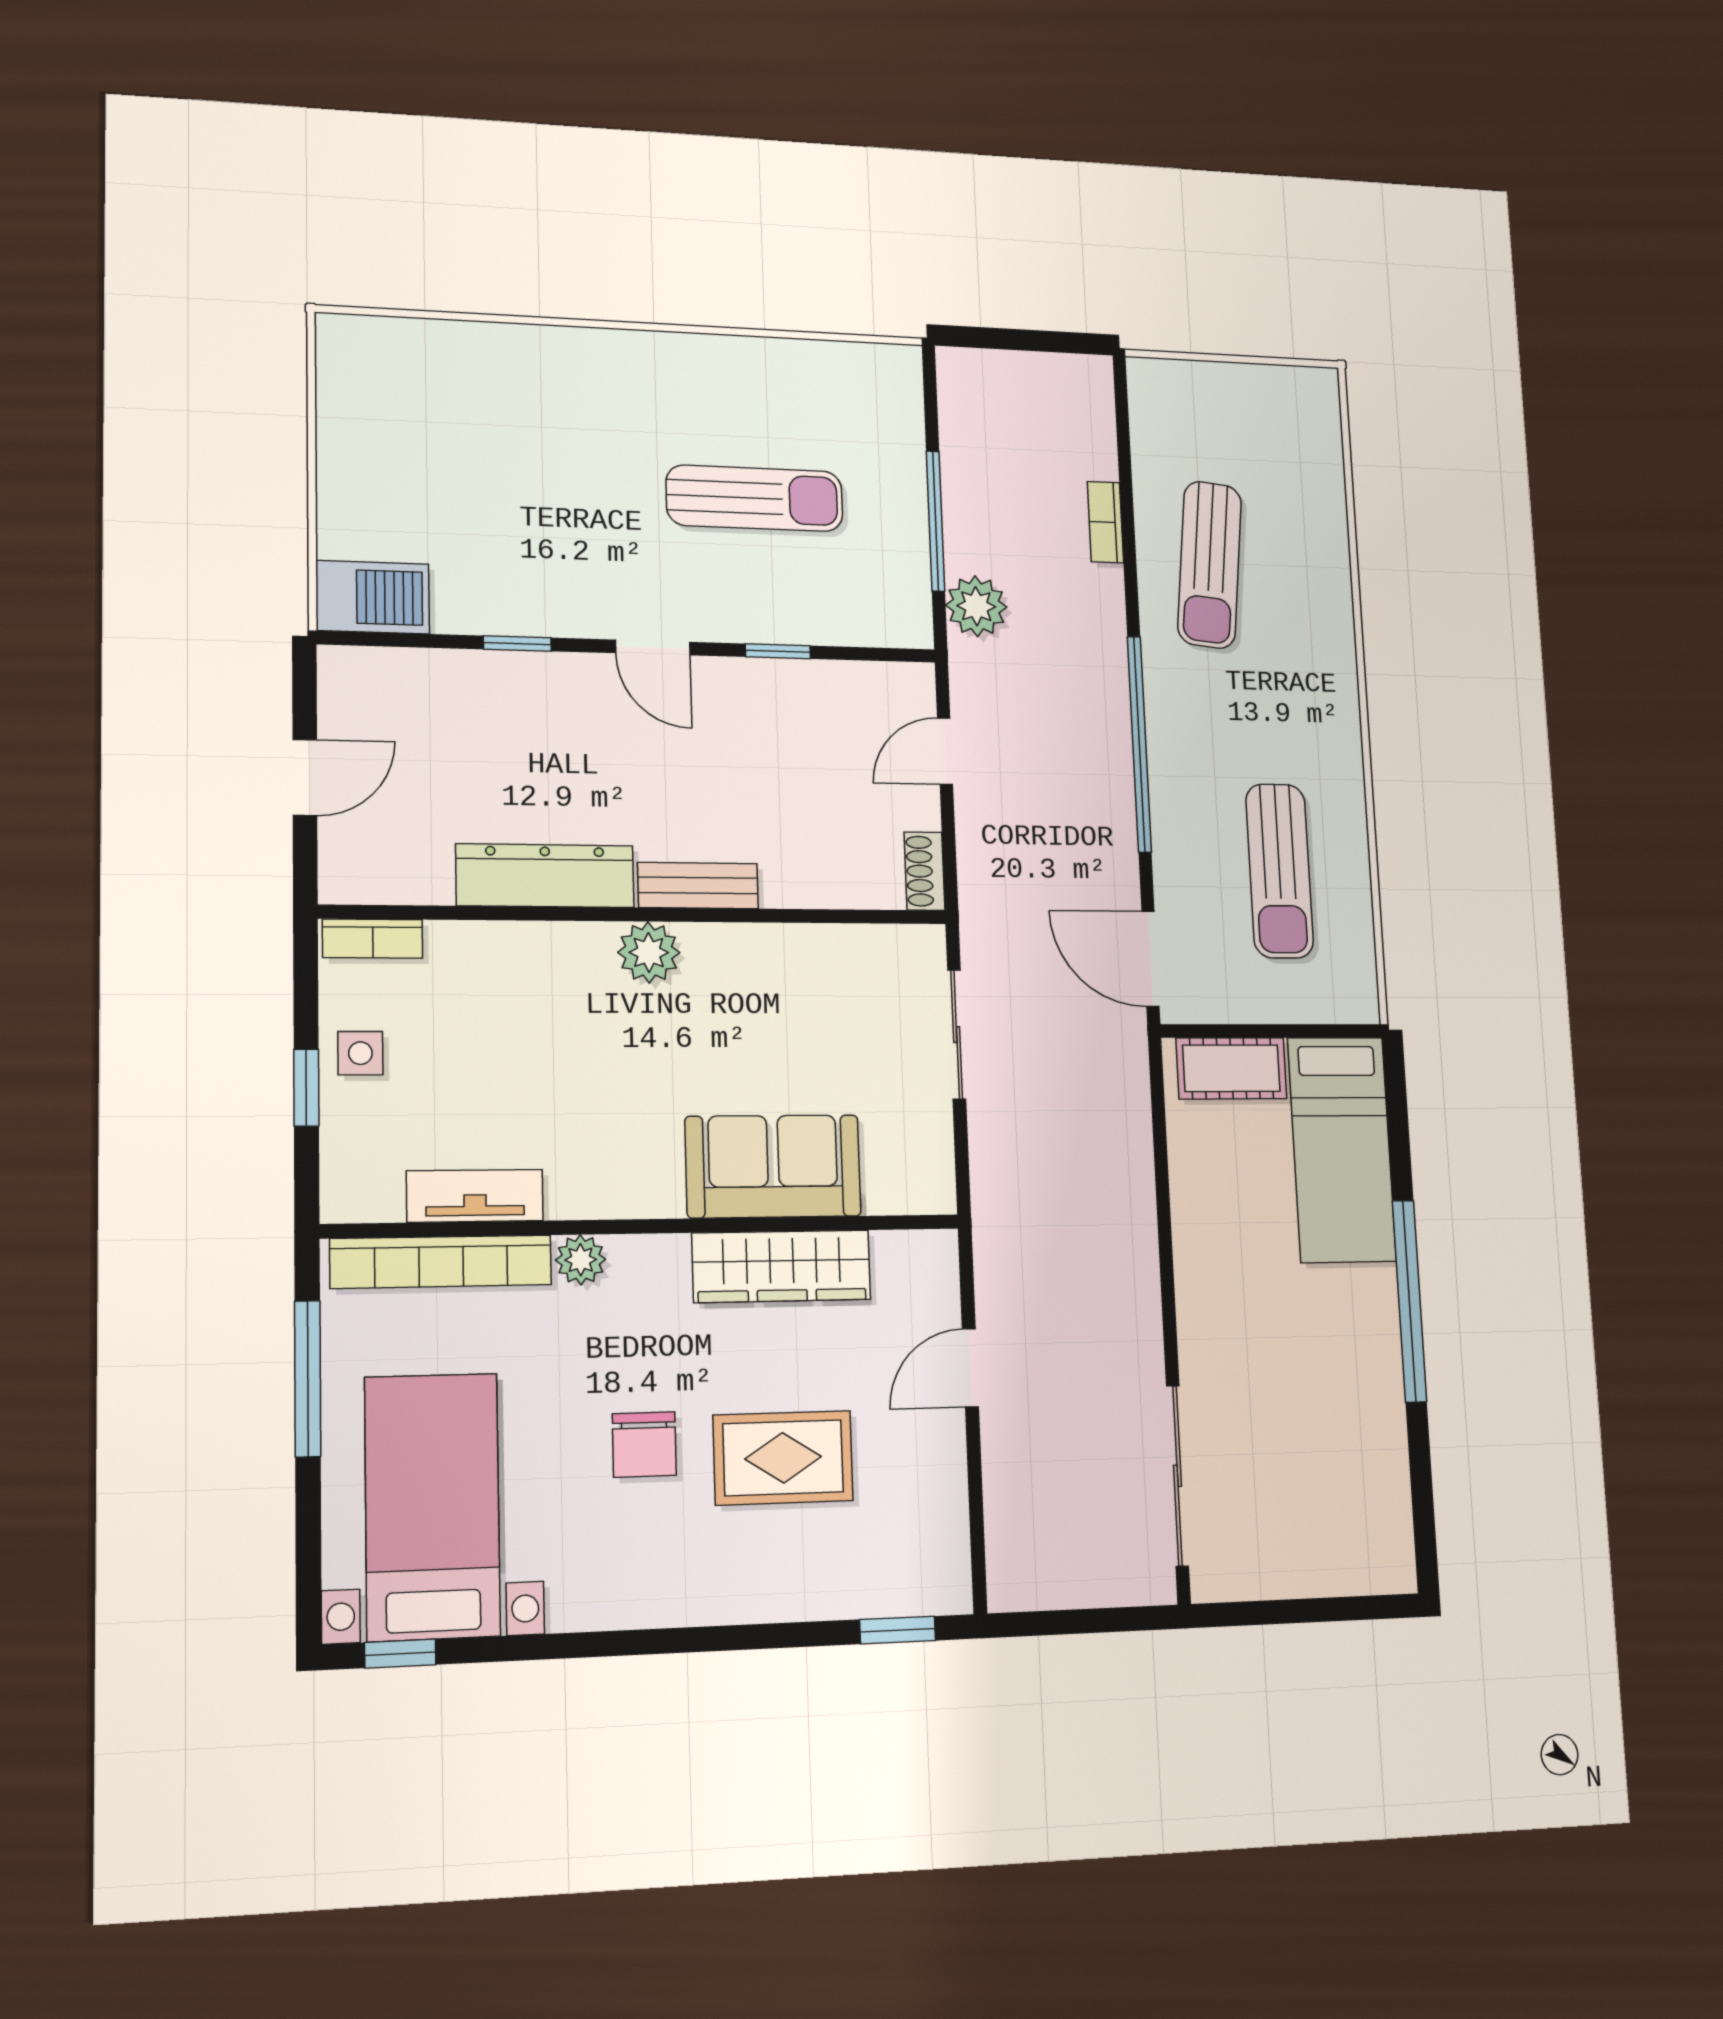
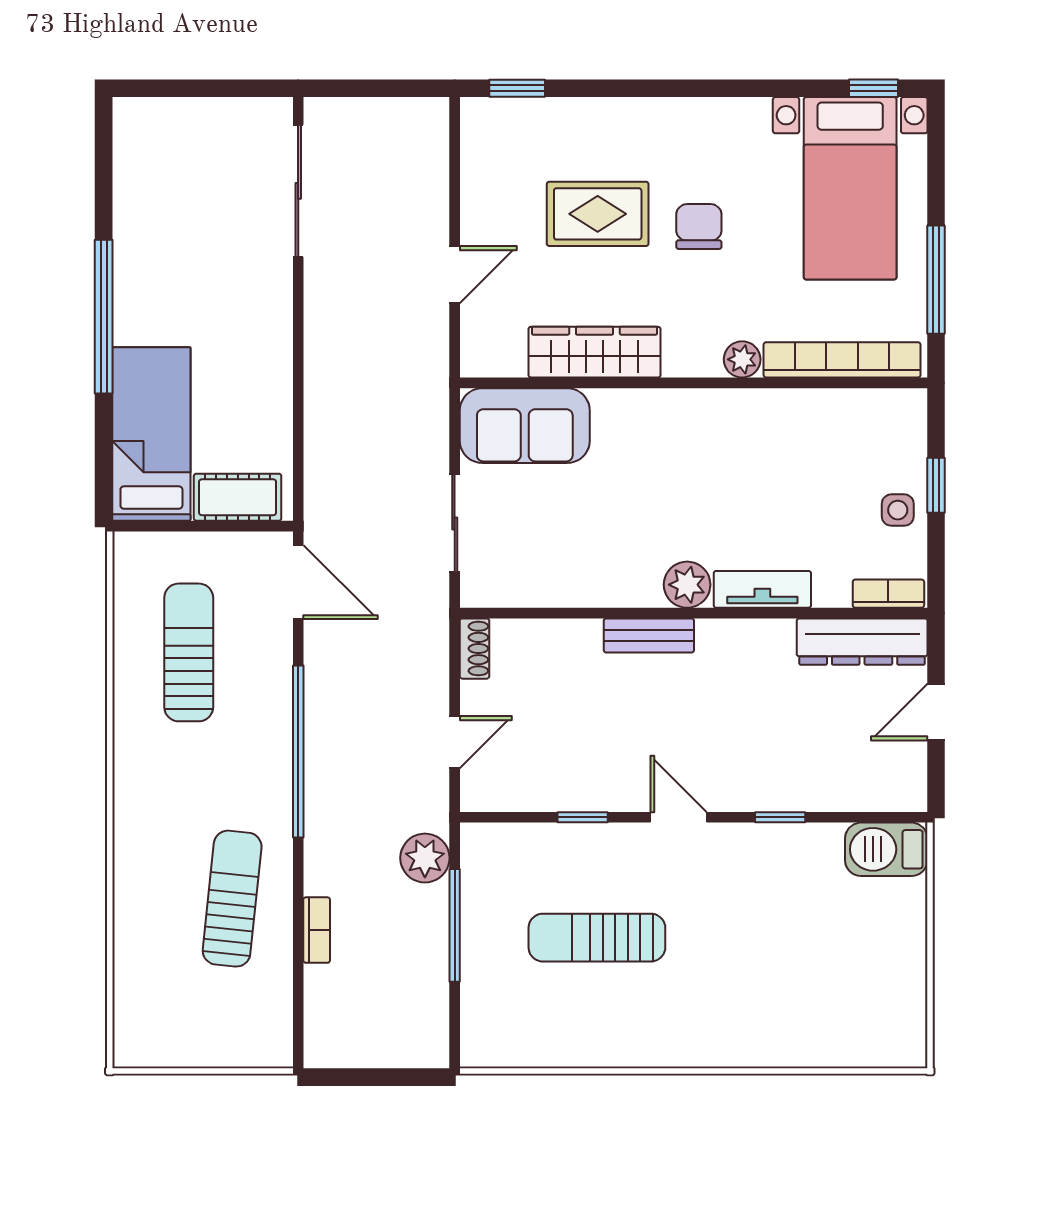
dresser: (545, 876) -> (862, 642), moved
sofa: (773, 1166) -> (525, 426), moved
tv unit: (475, 1196) -> (762, 589), moved, turned 180

